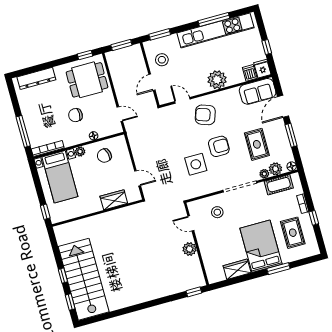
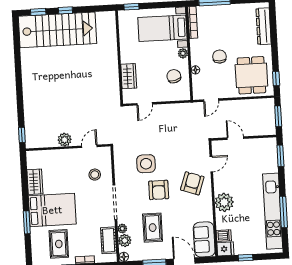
stool: (162, 60) -> (255, 153), removed
rug: (257, 144) -> (153, 228), turned 90
rug: (293, 233) -> (59, 244), turned 90

